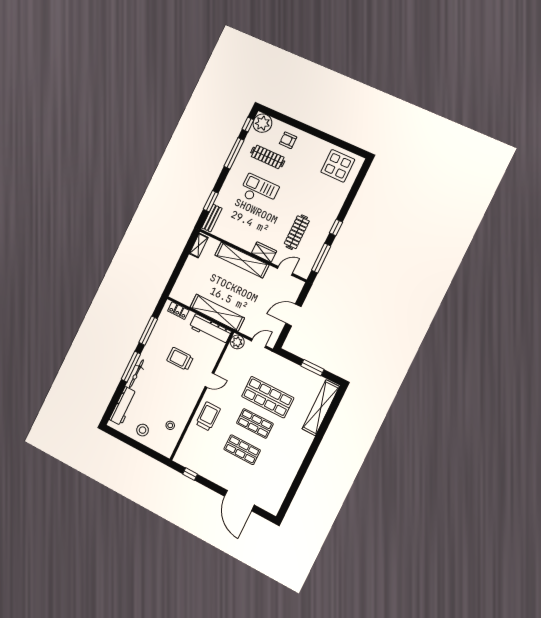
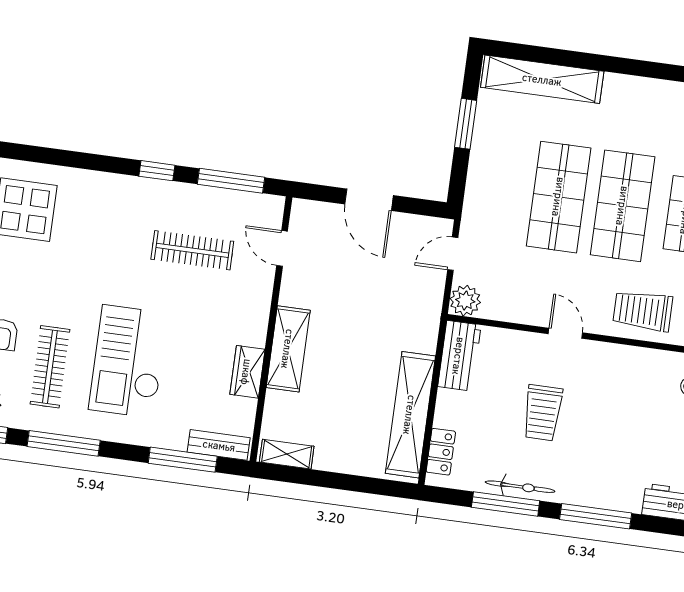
checkout: (259, 191) -> (128, 361), width x1.36, depth x1.21
window: (211, 201) -> (183, 460), width x1.44
wardrobe: (264, 252) -> (247, 372), moved
shelving: (242, 260) -> (288, 349), width x0.68
shelving: (217, 313) -> (410, 415), moved
workbench: (210, 329) -> (459, 356), width x0.73
door: (259, 343) -> (453, 254), hinge flipped
bicycle: (136, 374) -> (520, 487), moved
shop shelf: (255, 423) -> (623, 206), width x1.43, depth x1.36

